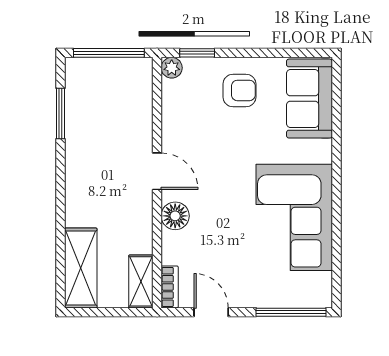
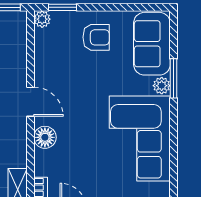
window: (336, 142) -> (173, 78), added
plant: (321, 151) -> (162, 86), added

